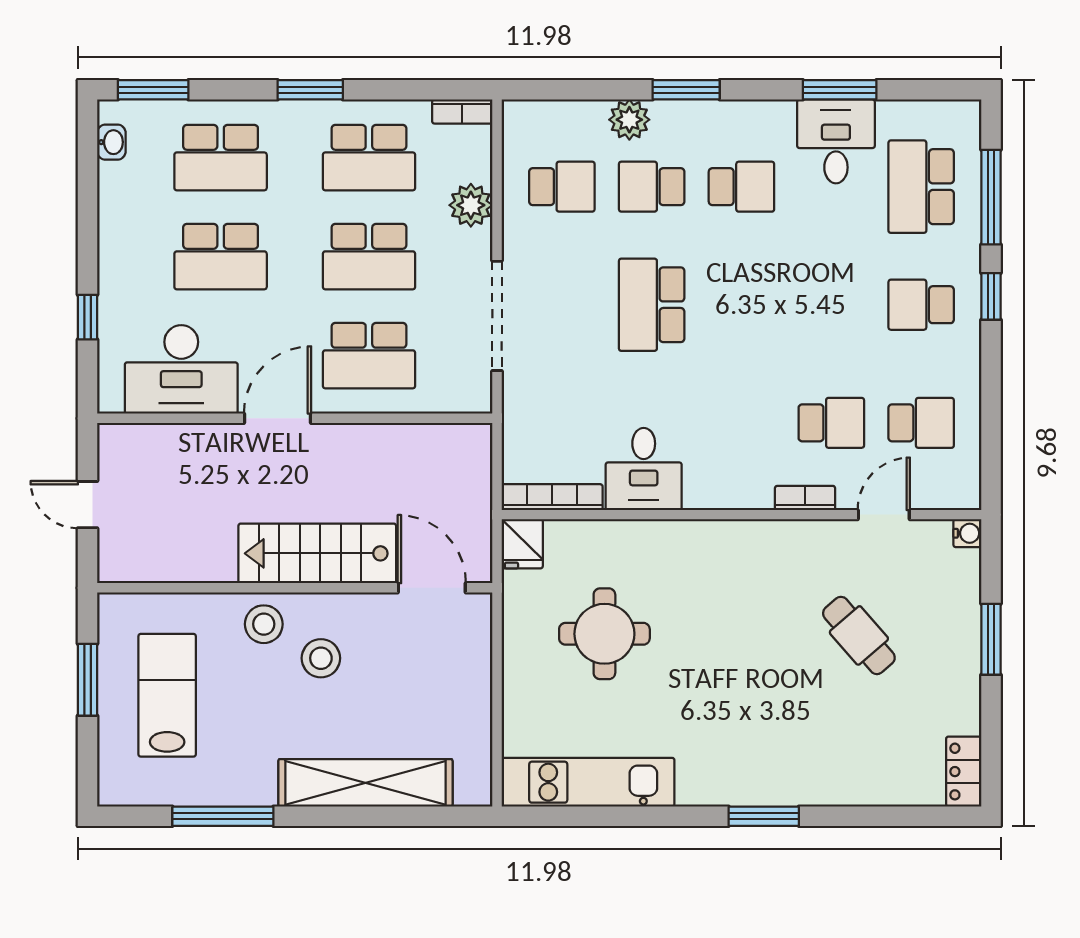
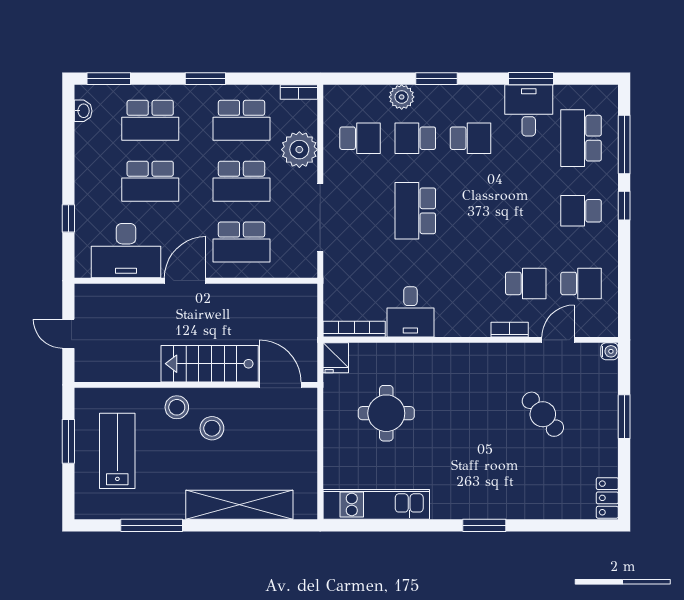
plant: (471, 205) -> (299, 150), width x1.36, depth x1.36

